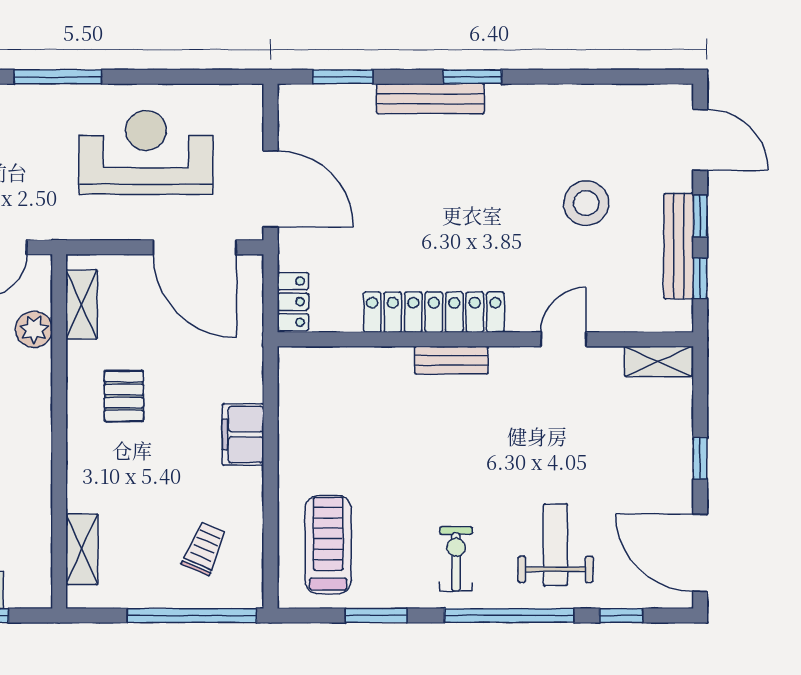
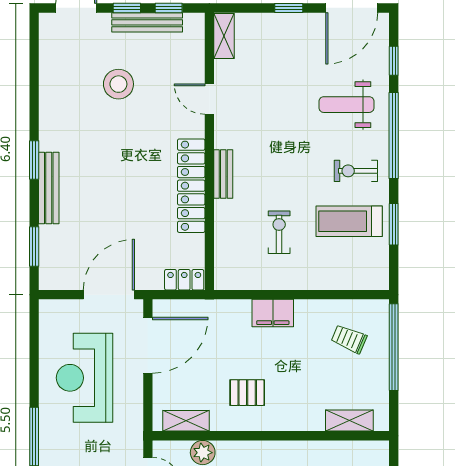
exercise bike: (364, 444) -> (279, 232), added
treadmill: (328, 544) -> (349, 221), moved

